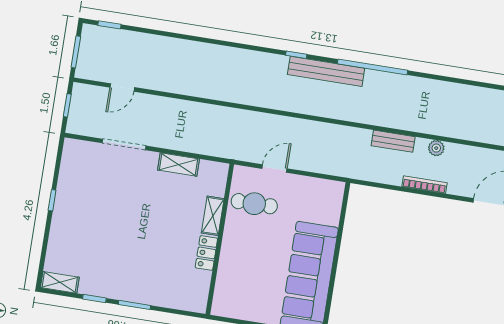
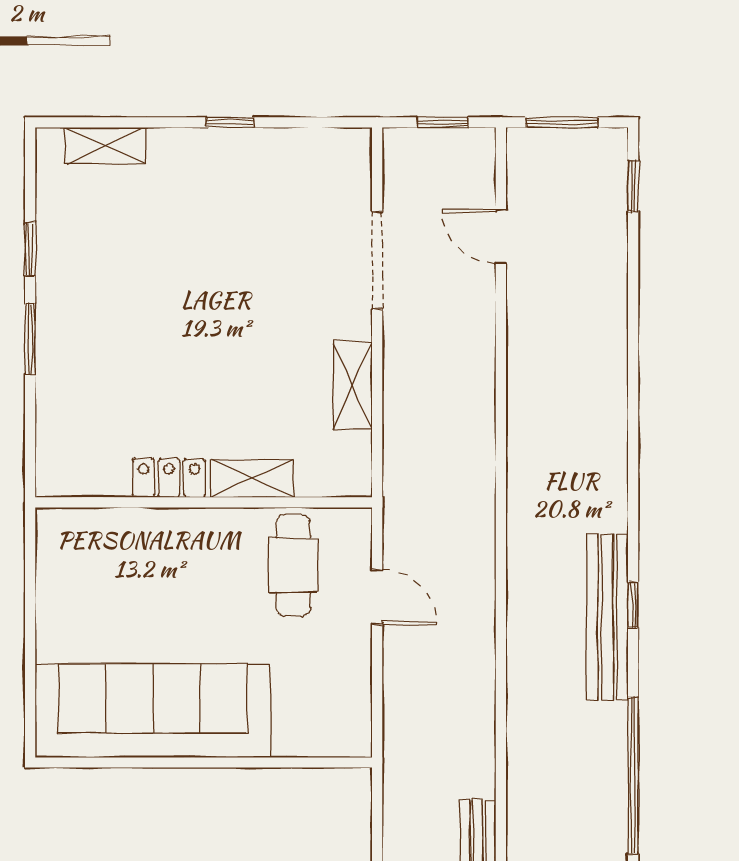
bench: (326, 71) -> (607, 617), moved
shelving: (60, 282) -> (105, 146), moved, turned 90

